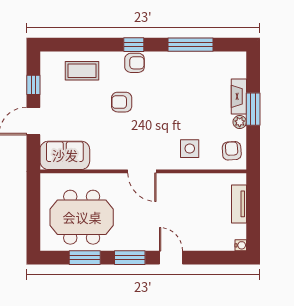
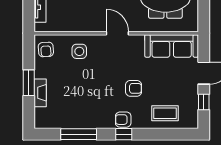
plant: (240, 122) -> (39, 72), removed
sofa: (65, 155) -> (172, 46), width x1.36

